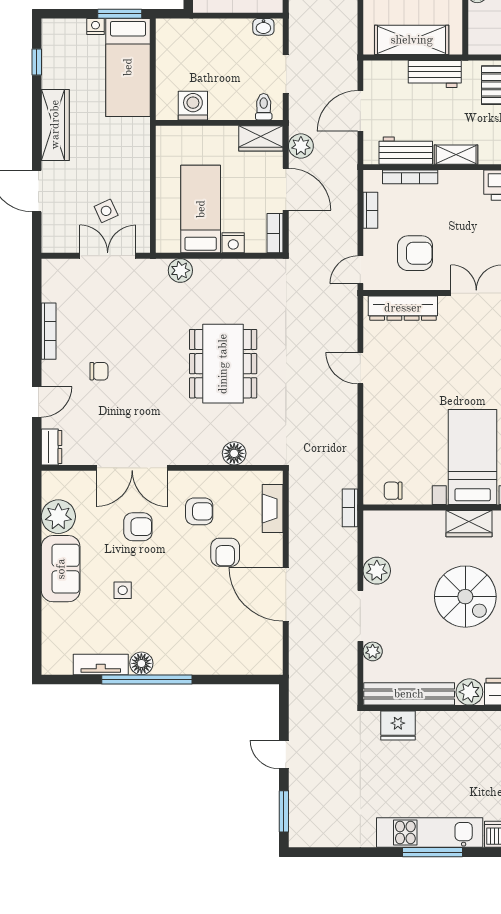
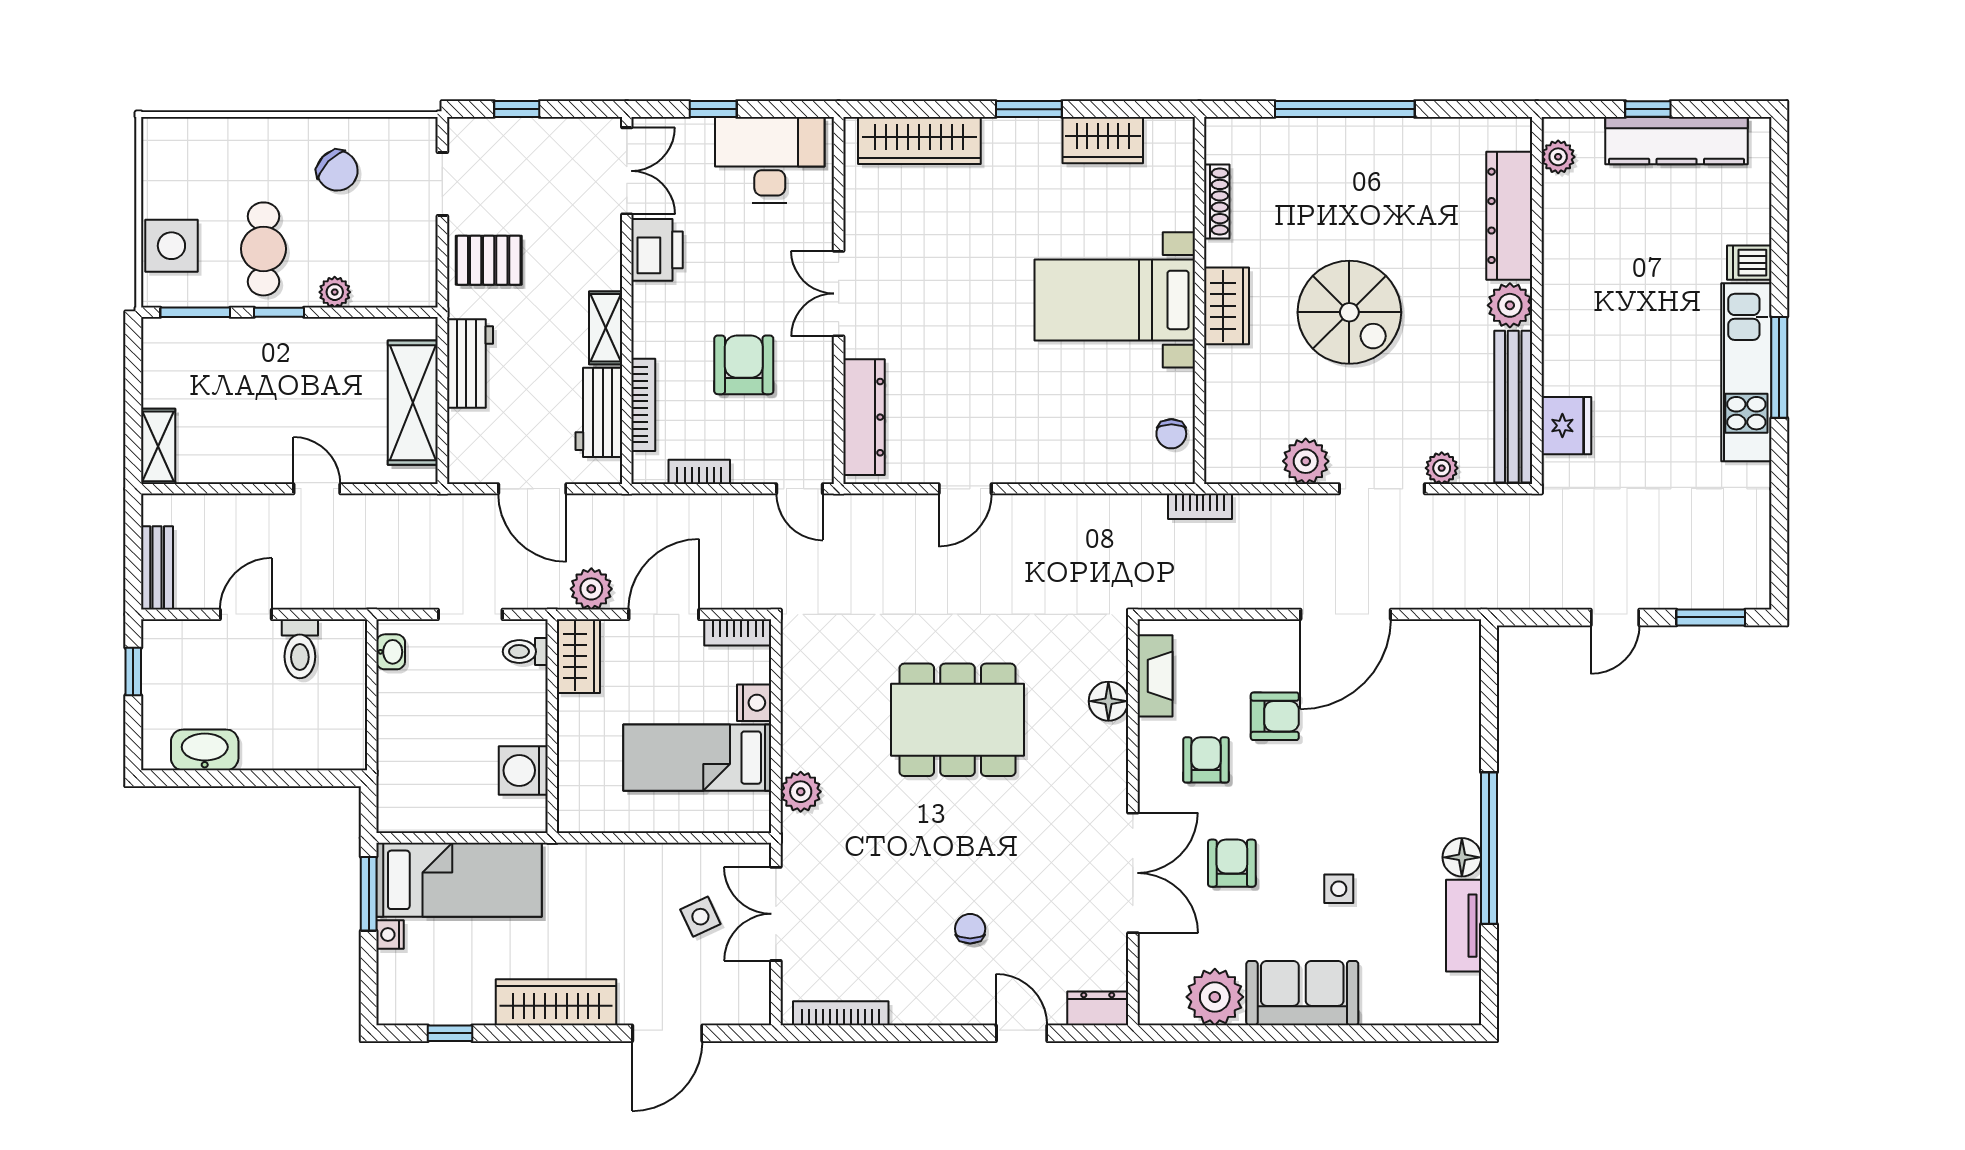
armchair: (415, 253) -> (744, 365), moved
bookcase: (49, 331) -> (841, 1013), moved
fireplace: (273, 509) -> (1155, 676), moved, turned -90
spiral stairs: (465, 597) -> (1349, 312), turned 90

